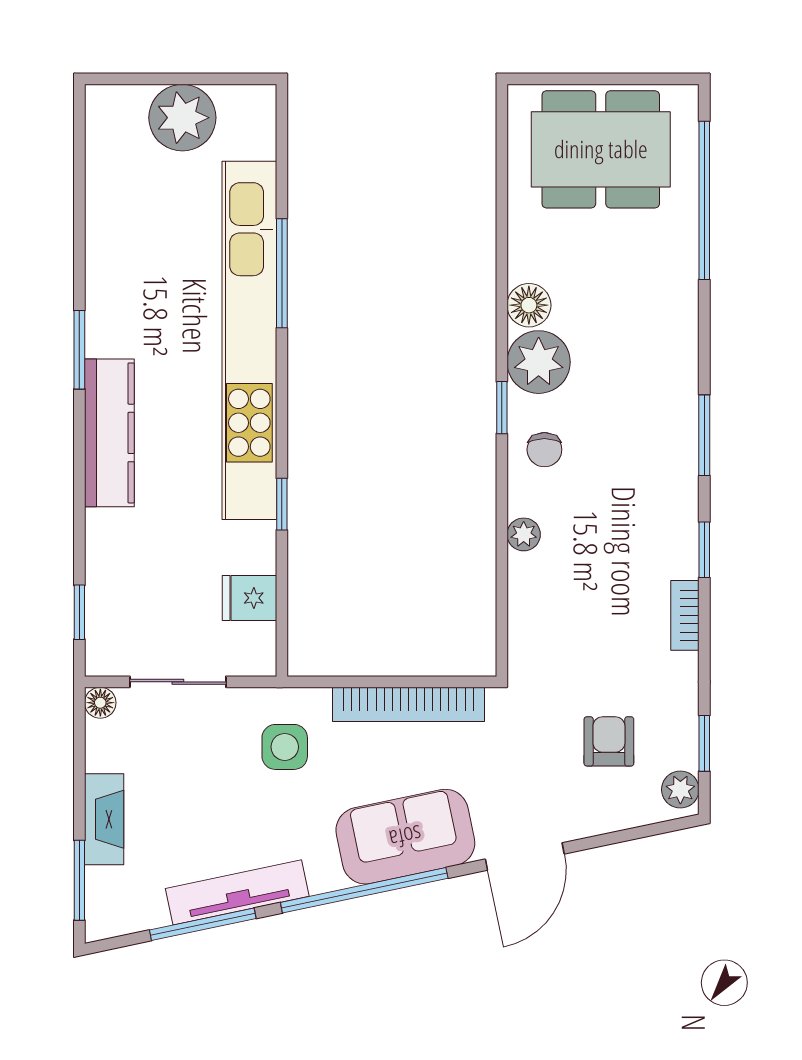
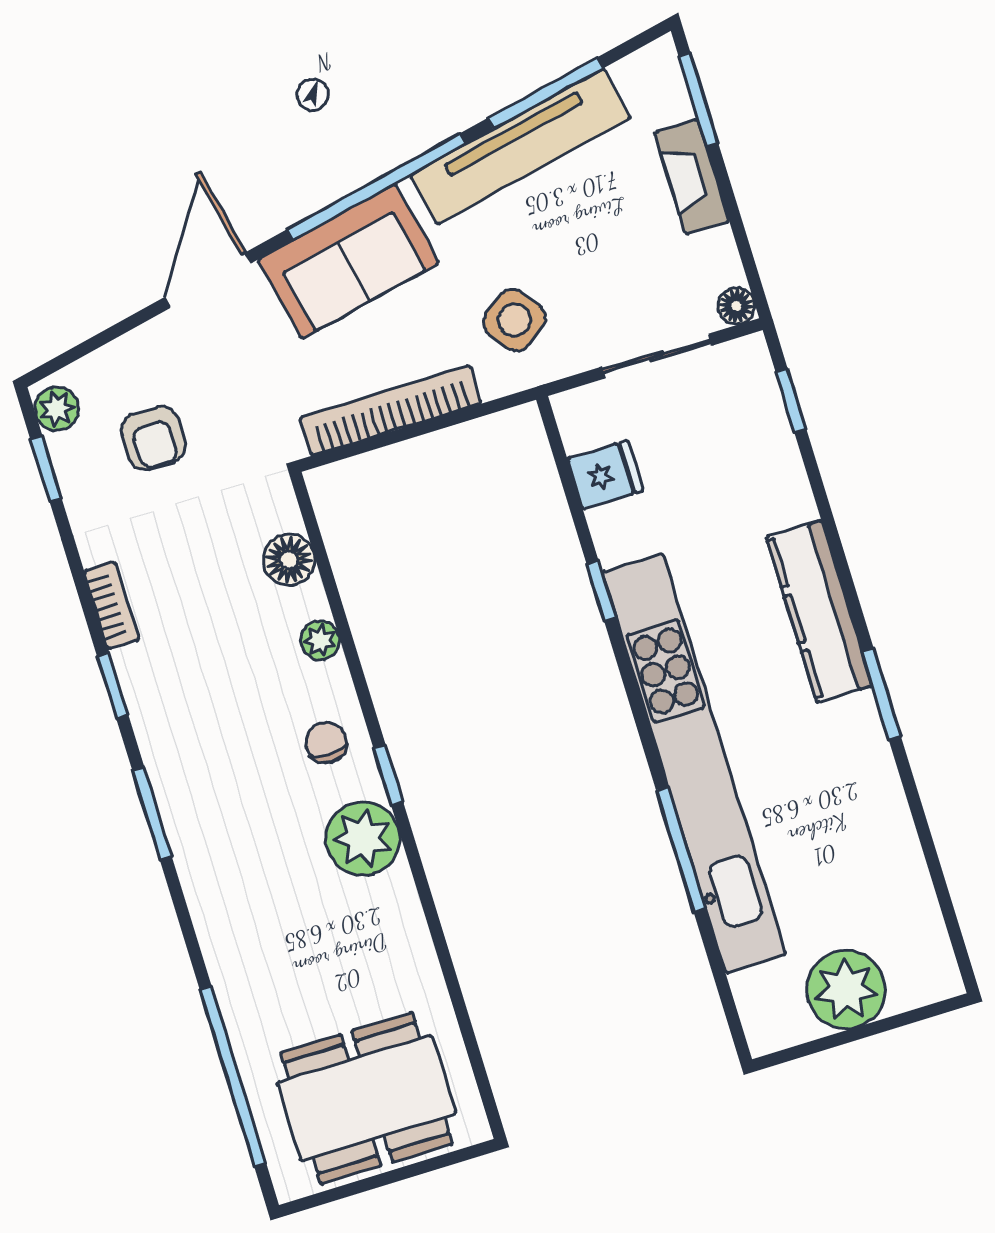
floor lamp: (529, 305) -> (289, 560), moved
side table: (285, 747) -> (514, 320), turned -36
tv unit: (237, 892) -> (520, 146), width x1.36, depth x1.29

